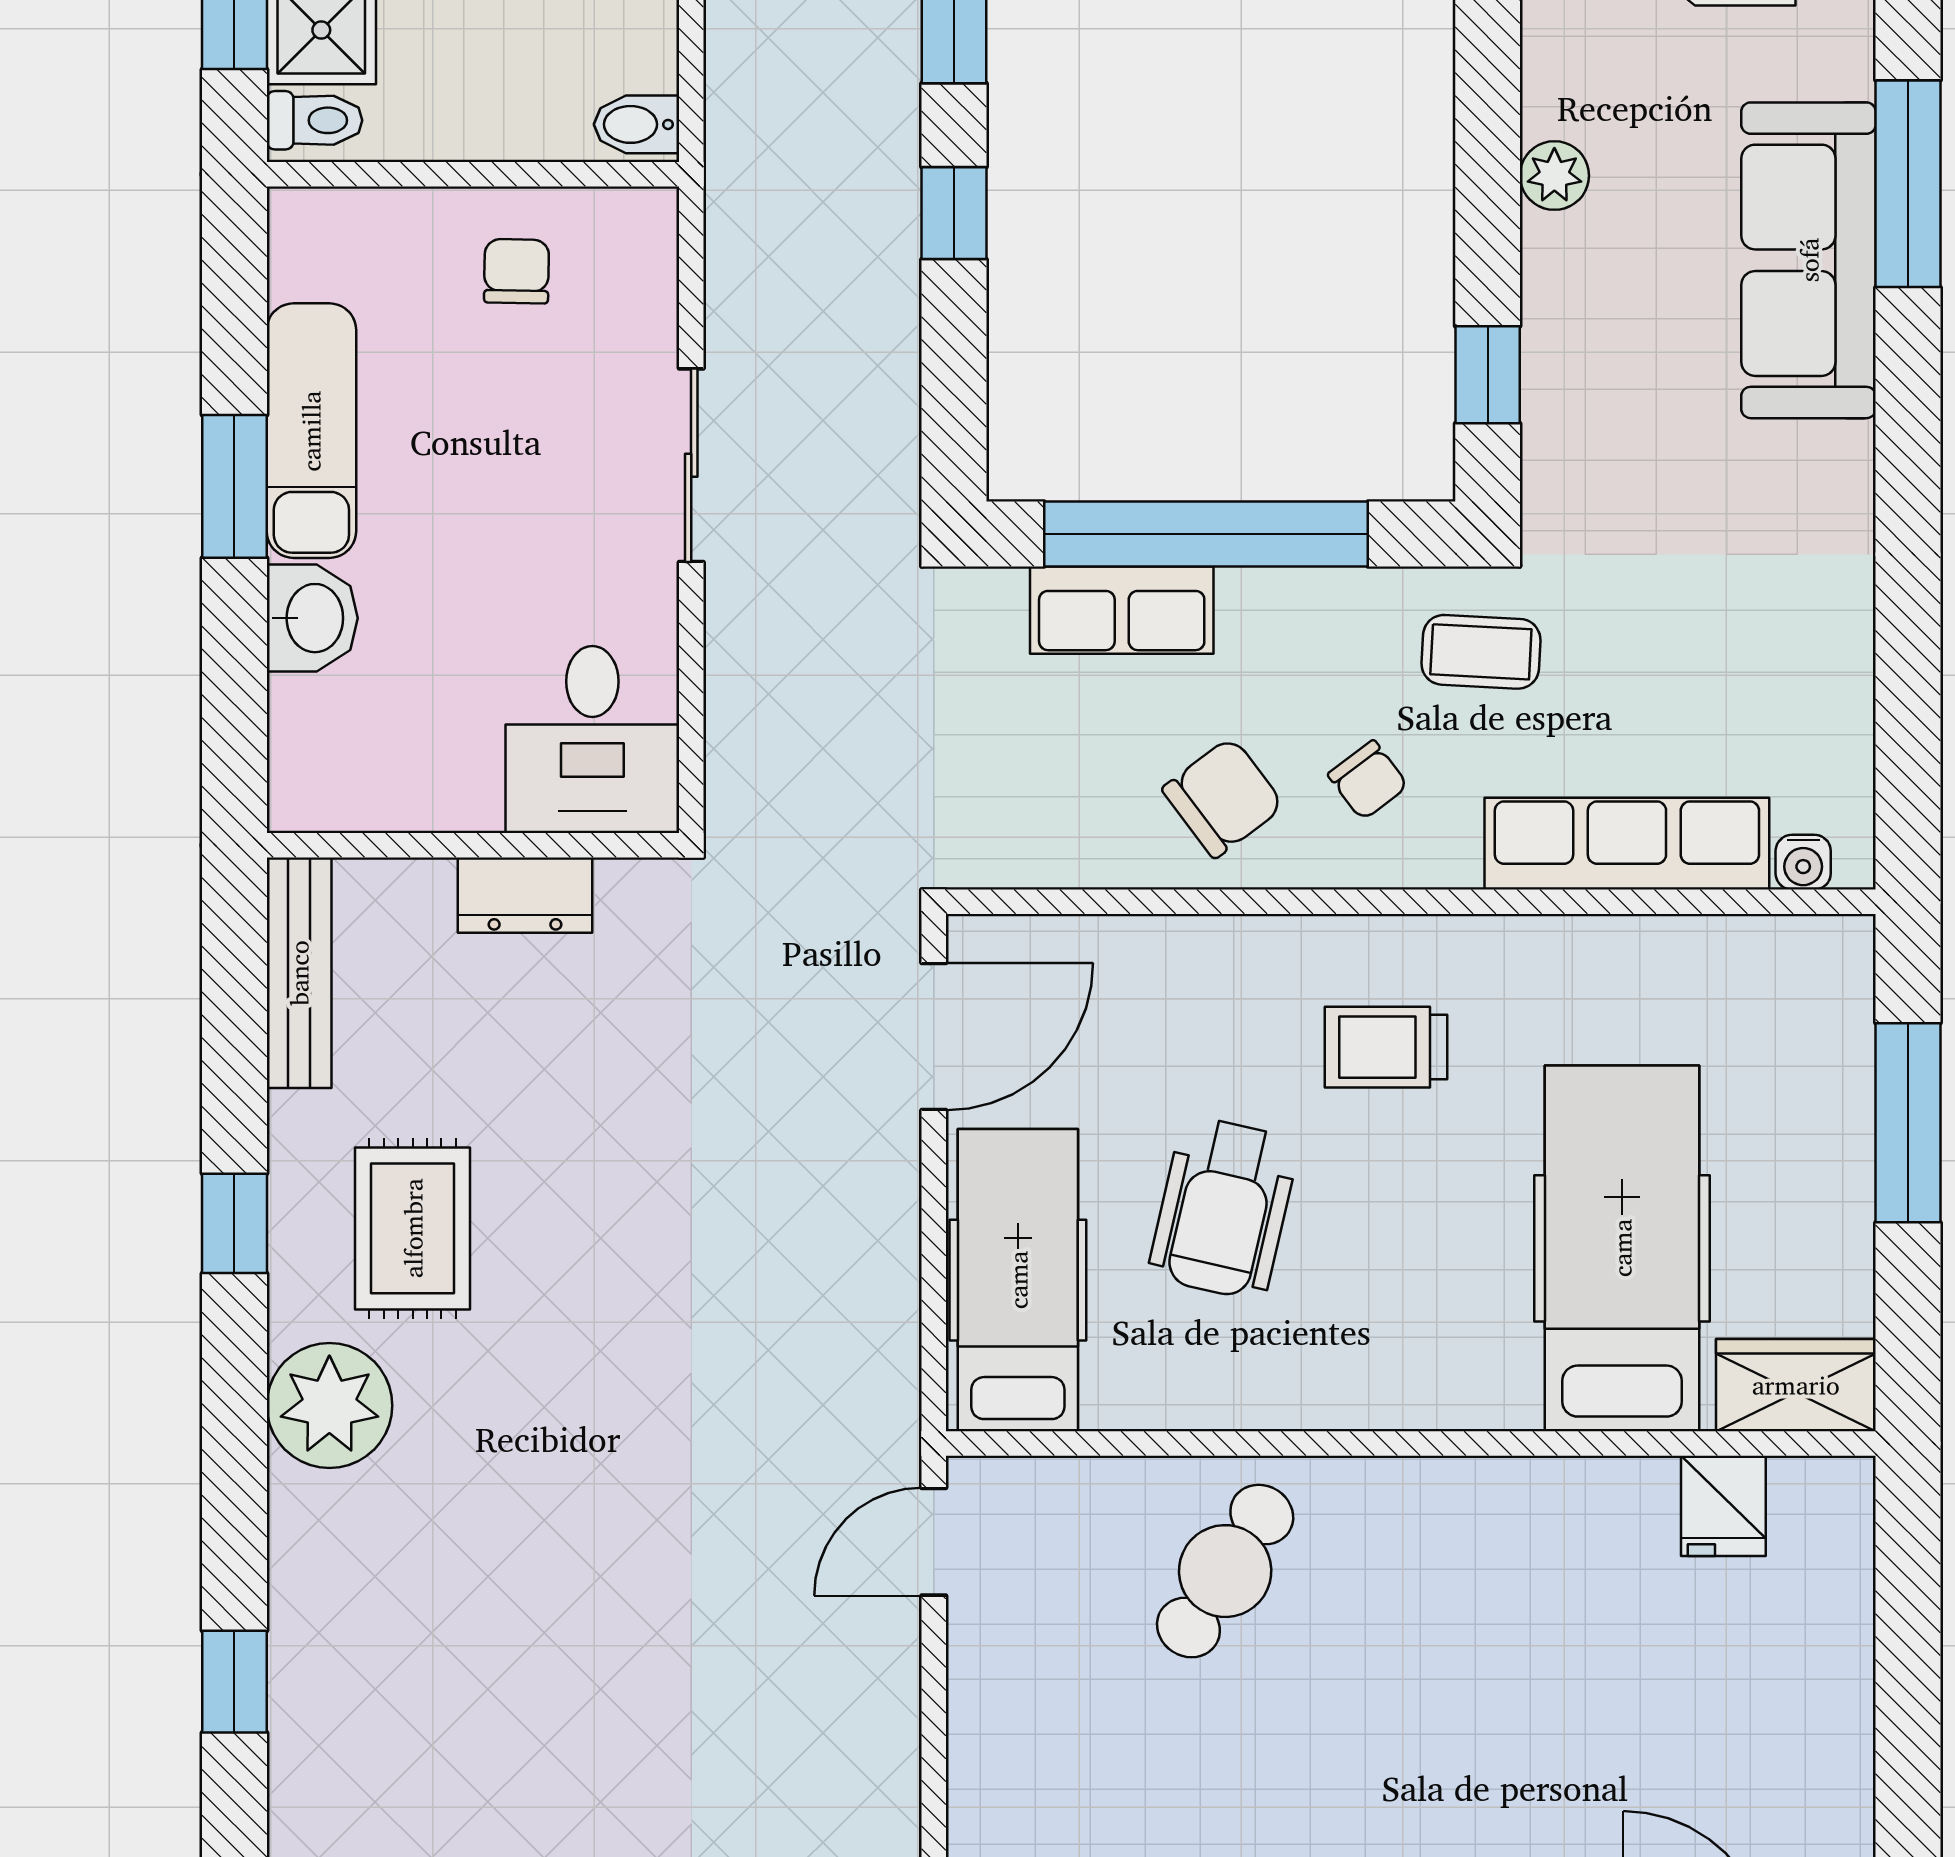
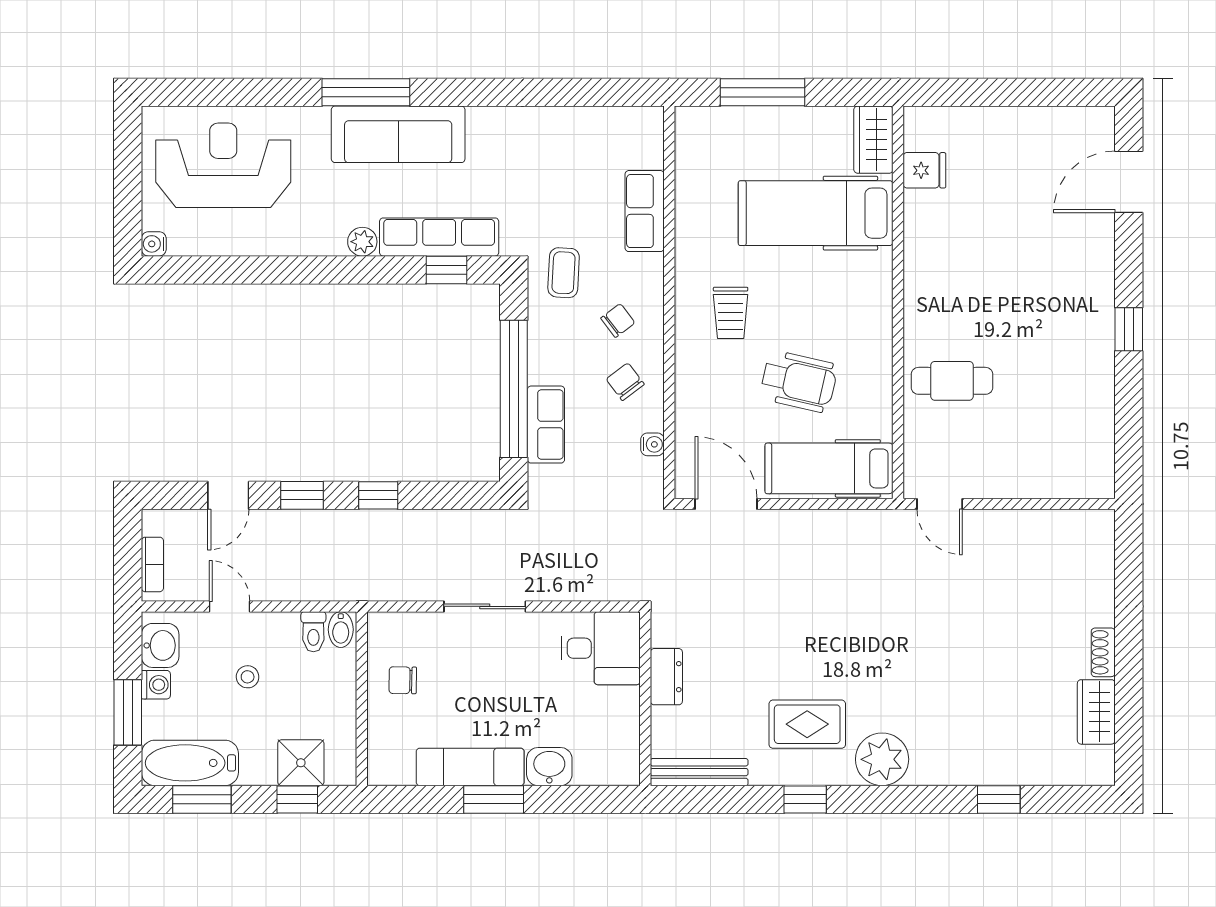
toilet: (315, 120) -> (313, 632), moved, turned 180
row of seats: (1565, 357) -> (439, 237), added
chair: (1223, 797) -> (625, 382), width x0.73, depth x0.73
row of seats: (1627, 844) -> (645, 211), width x0.68
water cooler: (1803, 862) -> (652, 444), moved
cafe table: (1225, 1571) -> (952, 381), turned -33

